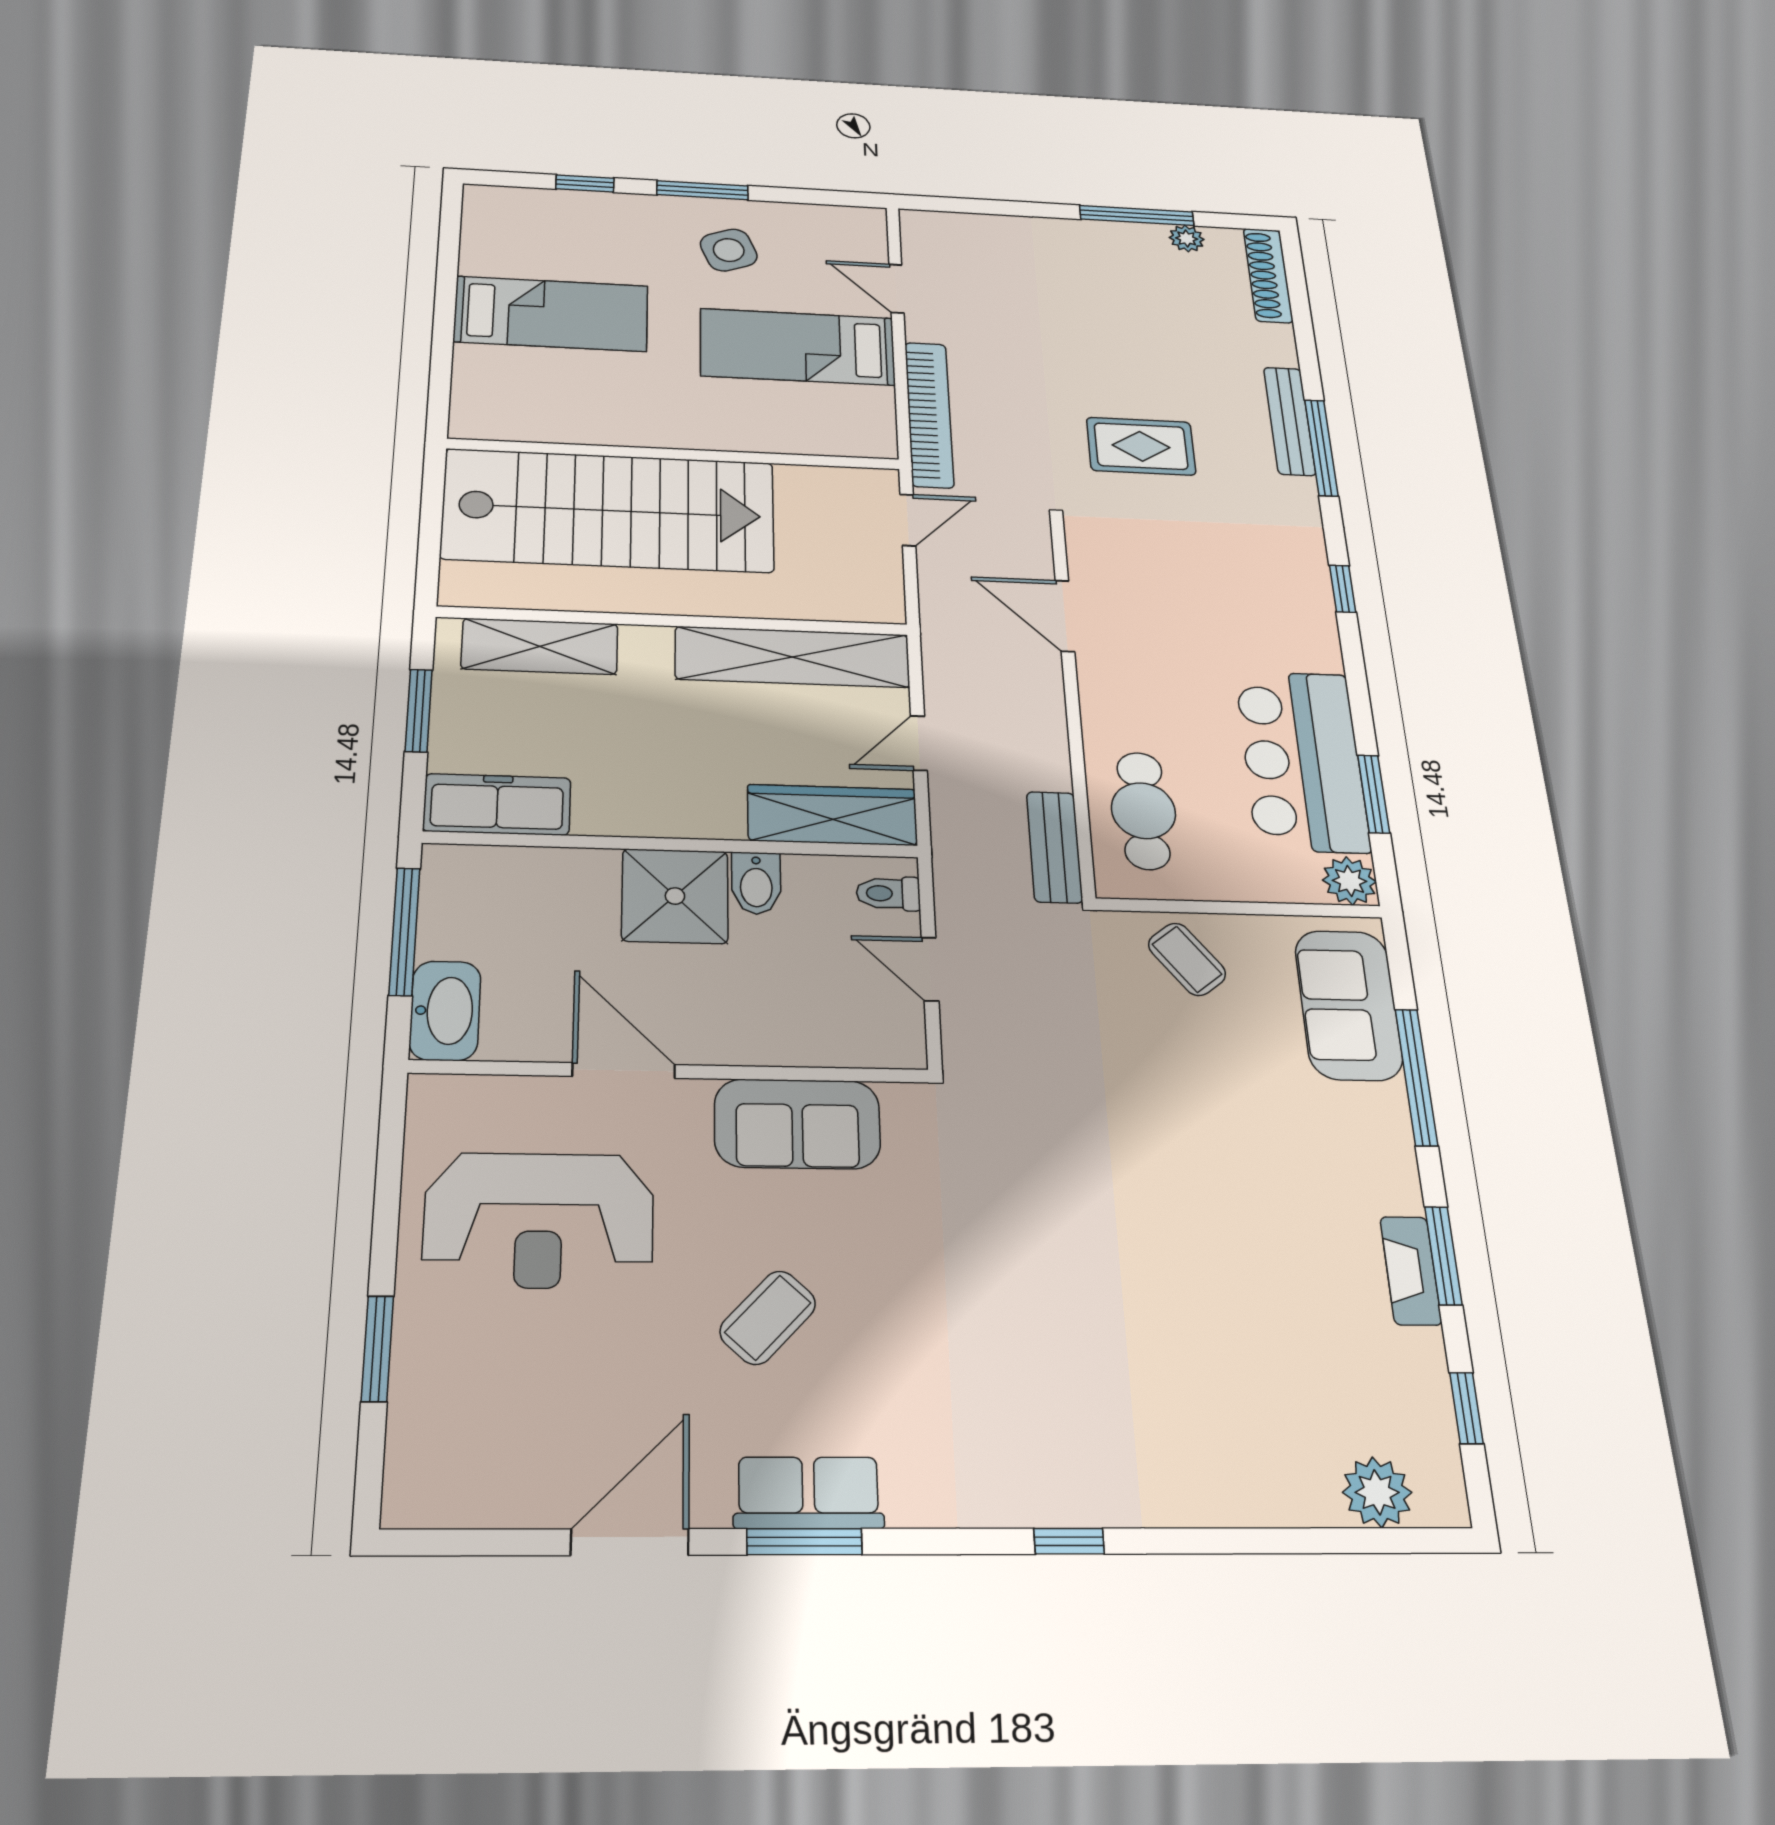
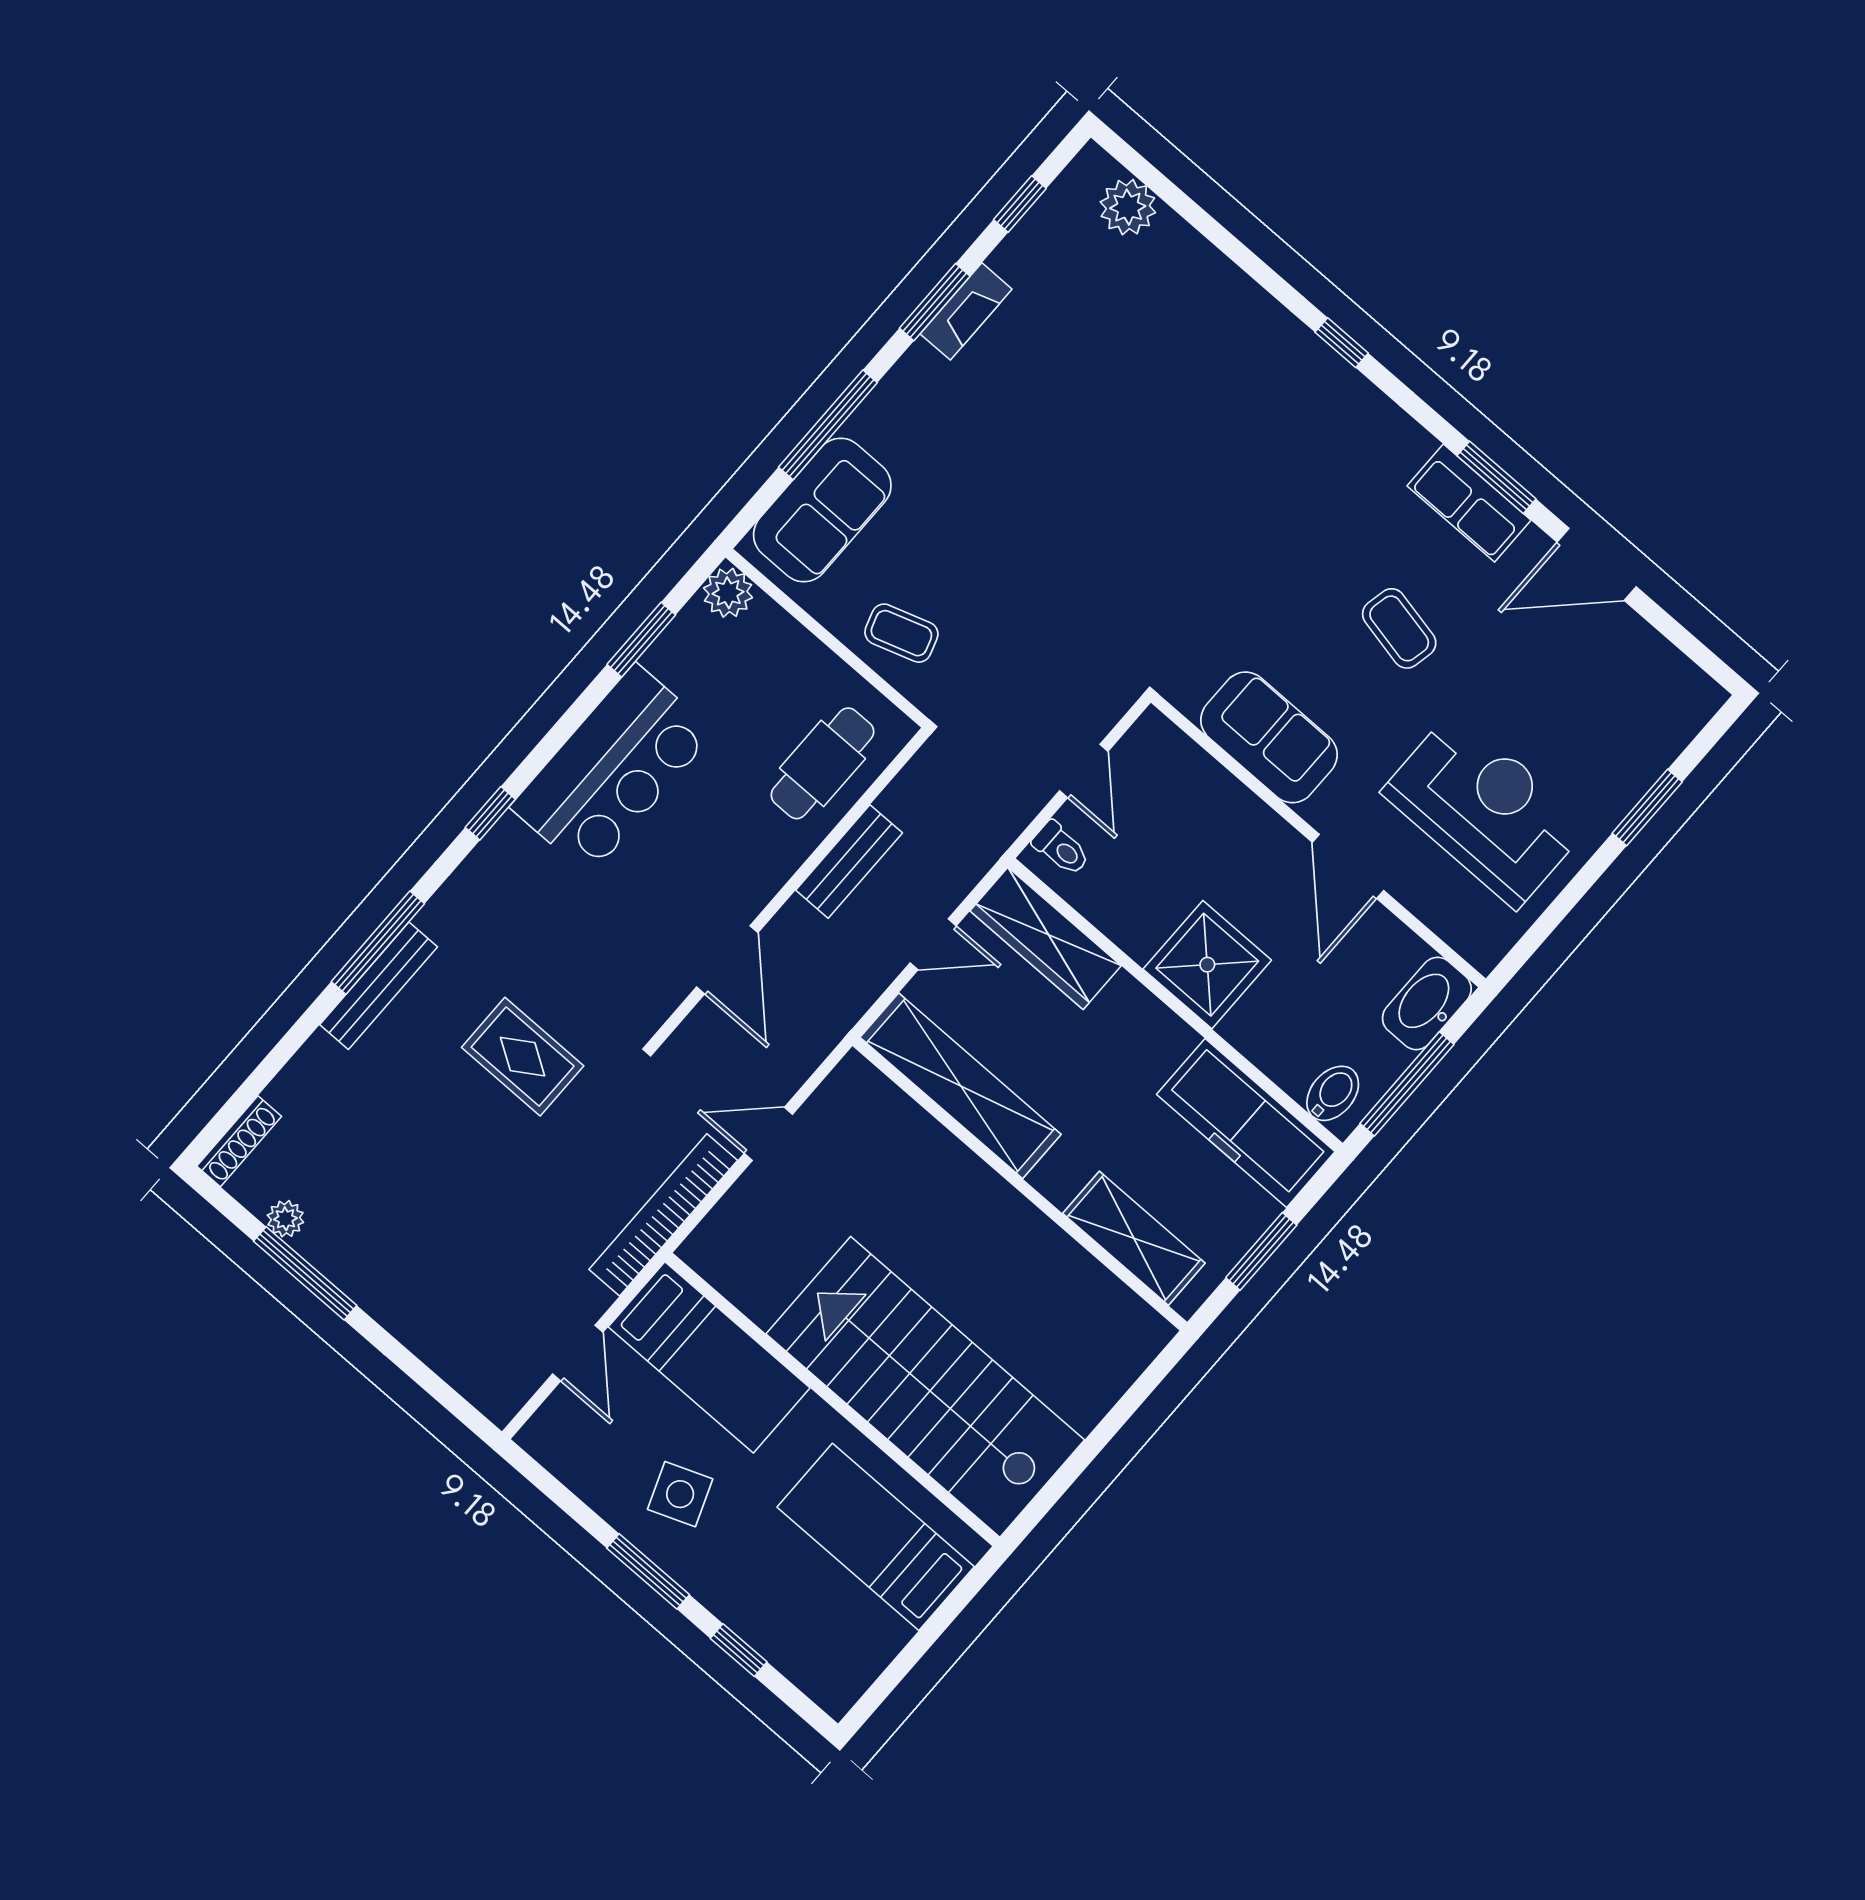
shoe rack: (1268, 275) -> (239, 1141), width x0.74, depth x0.81
wall: (675, 454) -> (832, 1399), moved
stairs: (609, 510) -> (925, 1387), moved
bar counter: (1302, 761) -> (612, 769), moved
freezer: (497, 804) -> (1246, 1123), width x1.36, depth x1.26
bench: (1054, 847) -> (849, 862), moved
bidet: (756, 883) -> (1333, 1093), moved
coffee table: (1187, 959) -> (901, 633), turned -70
coffee table: (768, 1318) -> (1399, 628), turned 59

